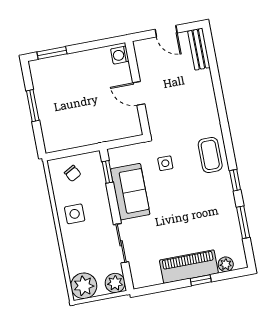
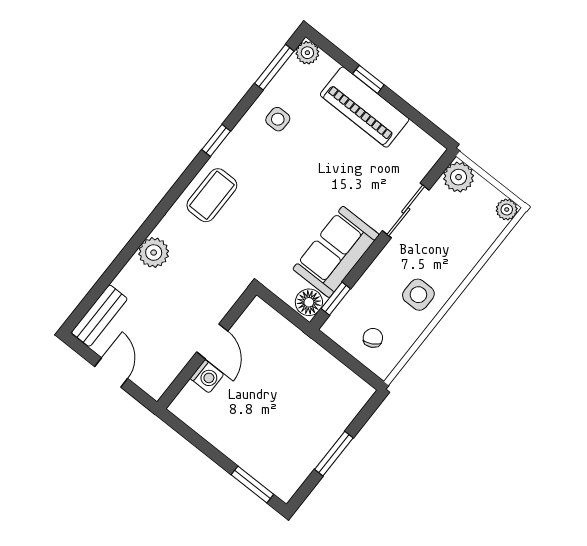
washing machine: (120, 55) -> (207, 376), moved
plant: (207, 102) -> (154, 253), added
floor lamp: (117, 157) -> (309, 302), added
side table: (165, 163) -> (278, 119), moved
window: (243, 222) -> (274, 67), moved
plant: (226, 264) -> (307, 53), moved
plant: (84, 286) -> (507, 210), width x0.53, depth x0.53

